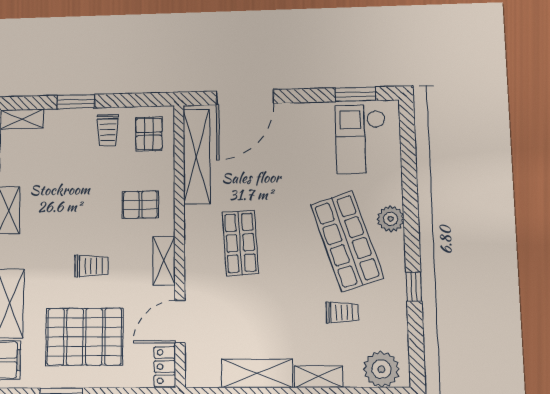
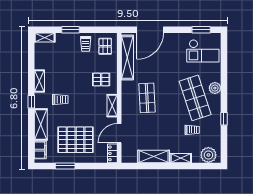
checkout: (361, 139) -> (203, 51), turned -90
trolley: (91, 266) -> (60, 100), moved

